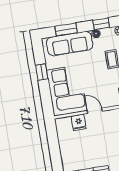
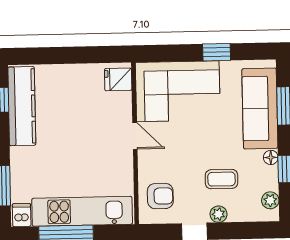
door: (95, 111) -> (135, 136), hinge flipped
fridge: (79, 122) -> (118, 79), moved

